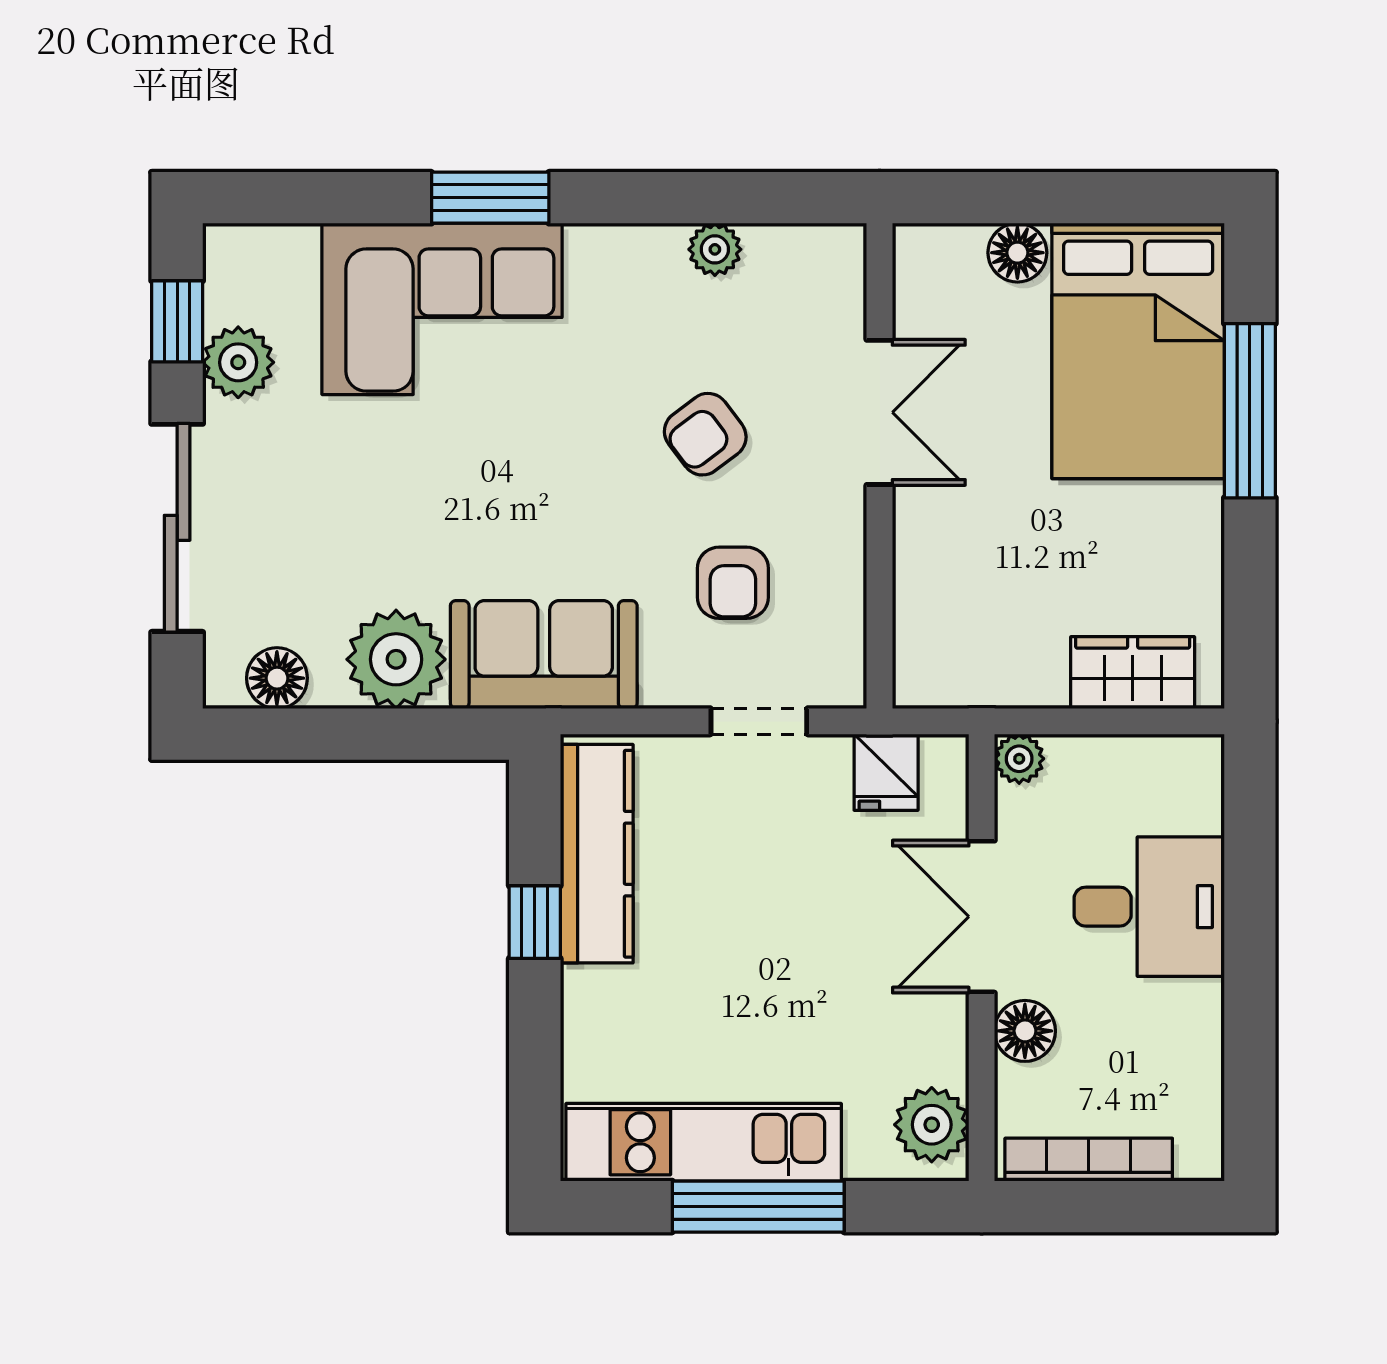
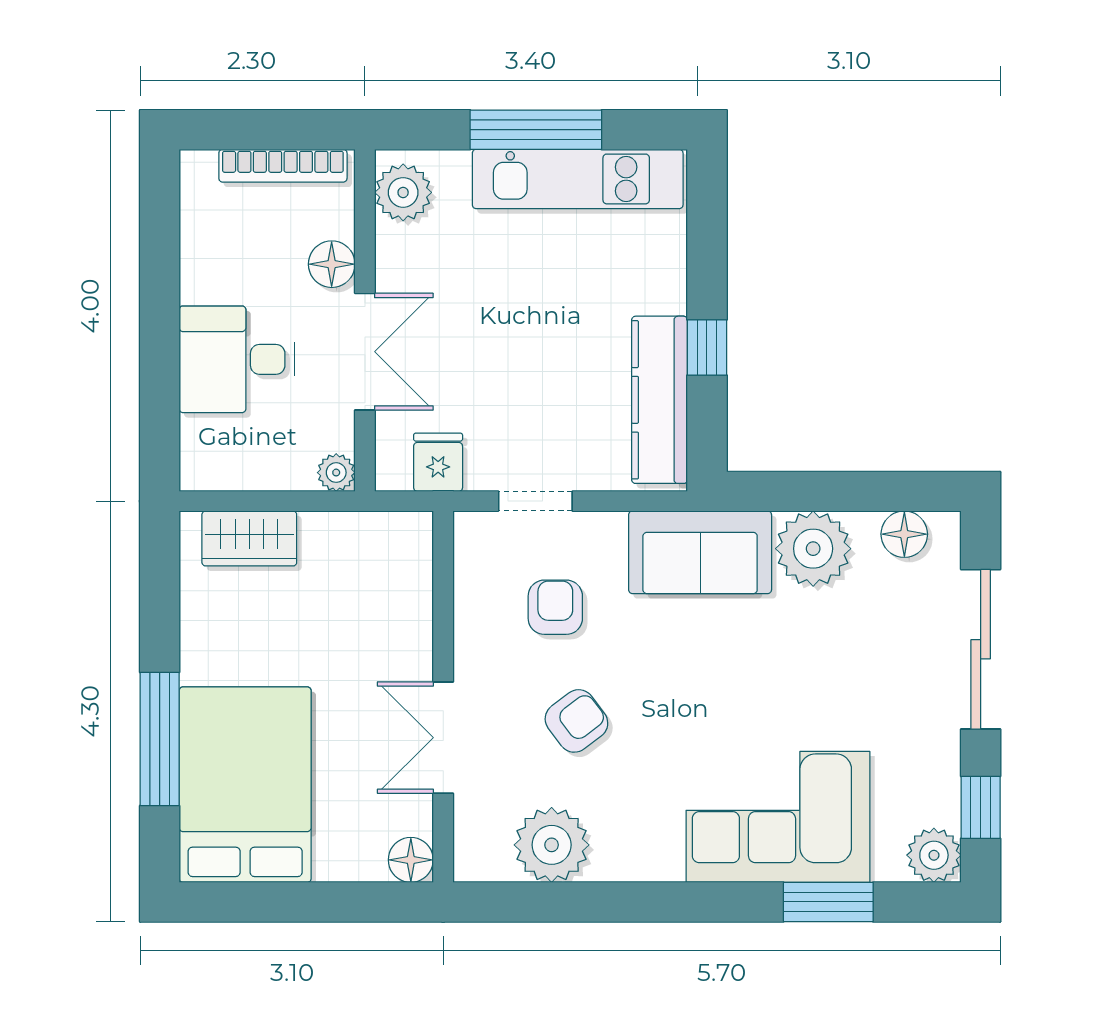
window: (490, 198) -> (828, 902), moved
plant: (715, 249) -> (552, 845), width x1.88, depth x1.88
floor lamp: (1017, 253) -> (411, 860), moved
plant: (238, 362) -> (934, 855), moved

